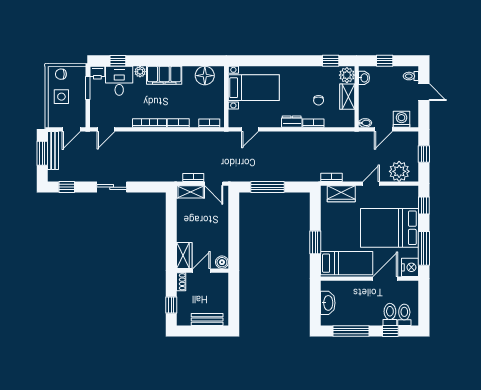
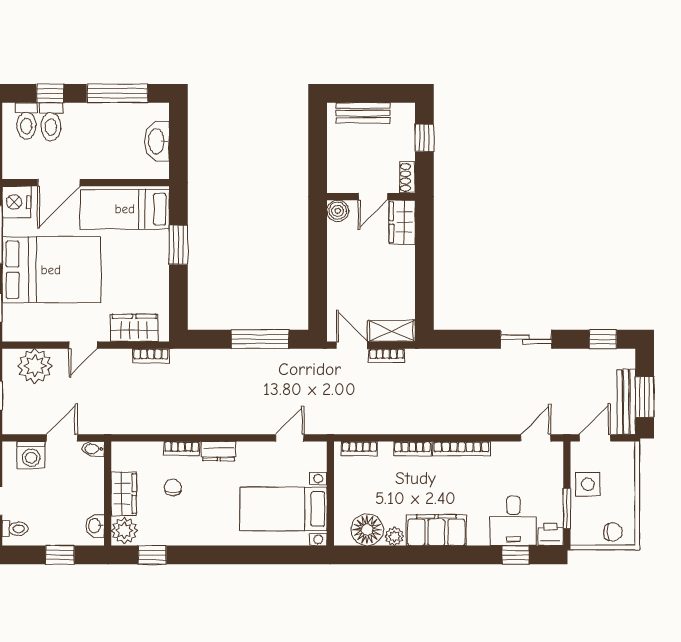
plant: (140, 72) -> (394, 536), moved
side table: (61, 97) -> (588, 484), moved

